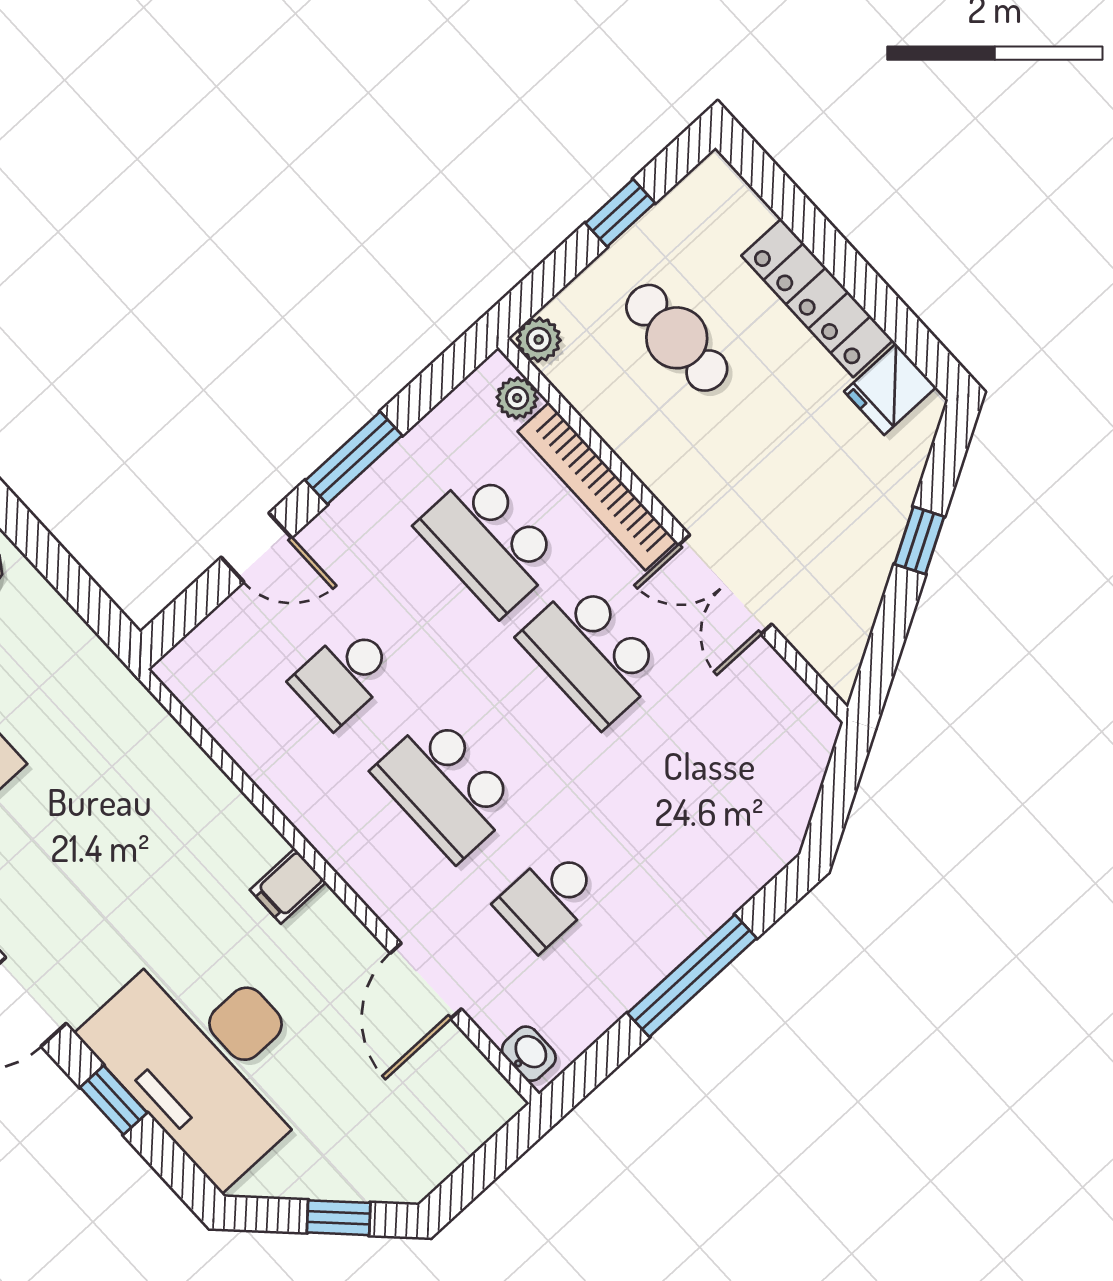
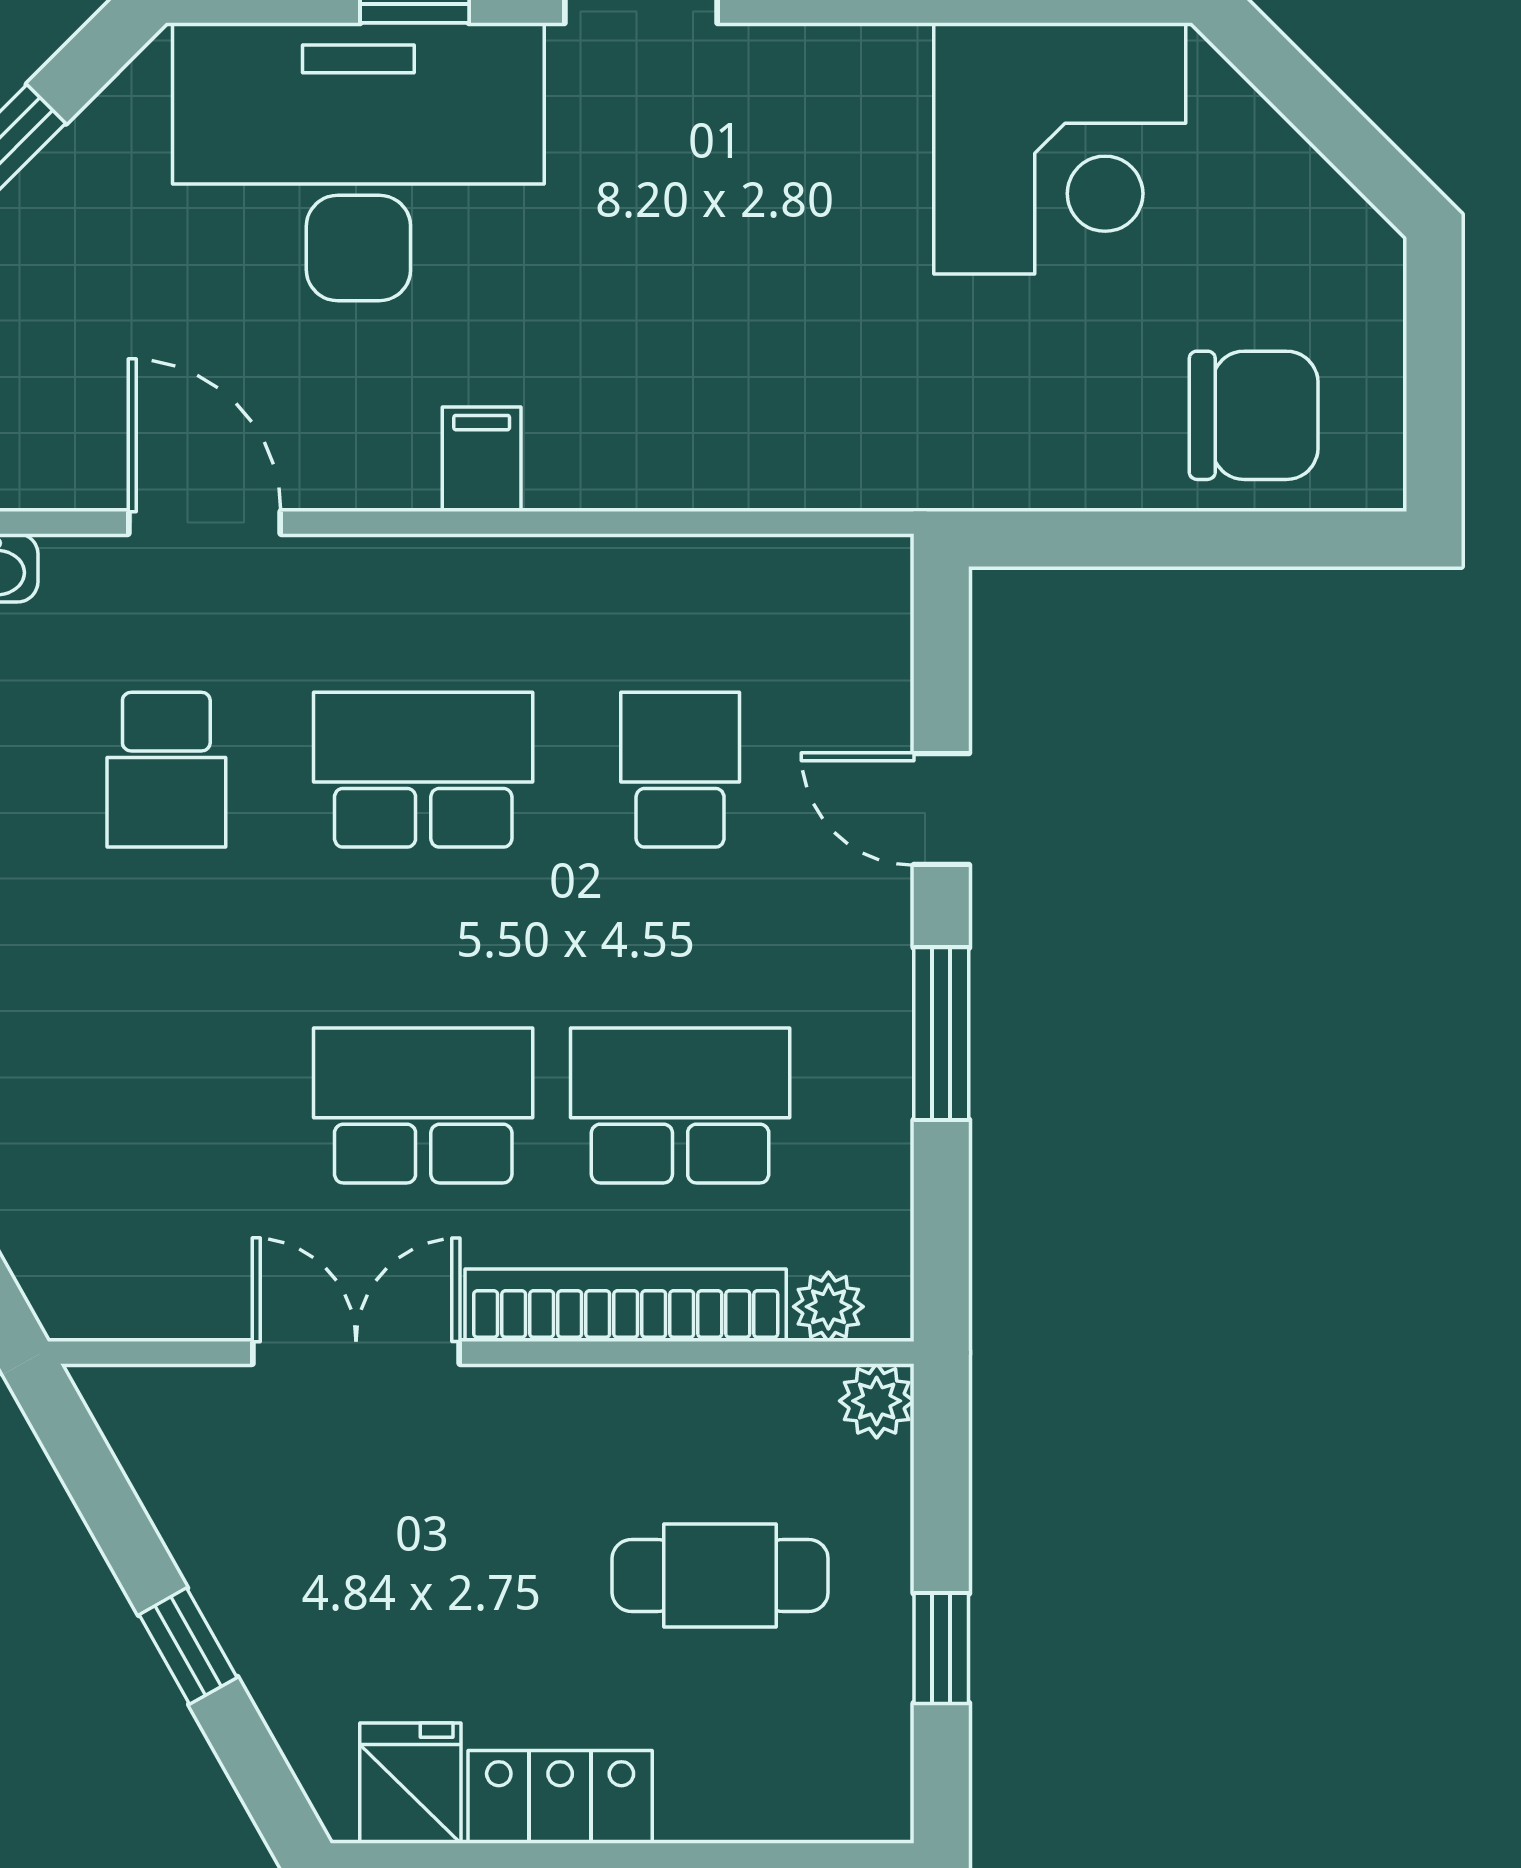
locker: (817, 298) -> (560, 1797), width x0.66
door: (256, 547) -> (941, 809), hinge flipped
school desk: (548, 899) -> (166, 770), turned 180

